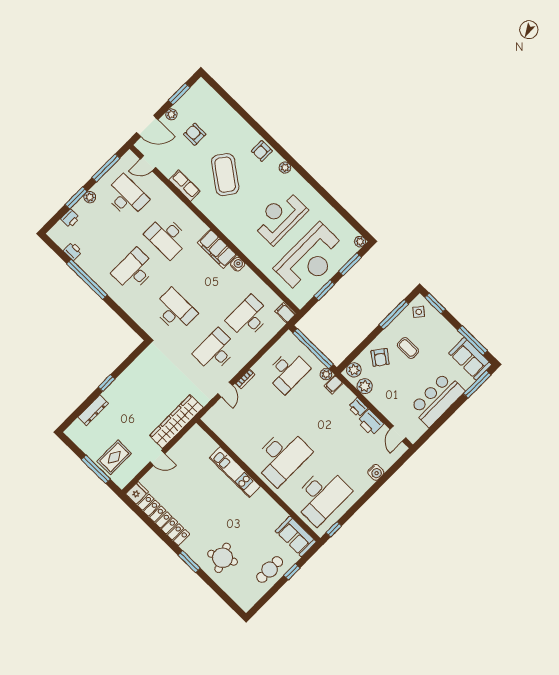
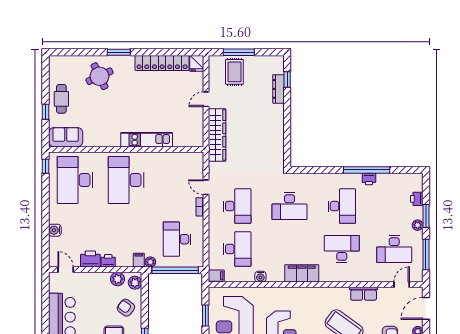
printer: (73, 251) -> (369, 179), moved
water cooler: (238, 264) -> (260, 277), moved
window: (107, 383) -> (287, 80), moved

